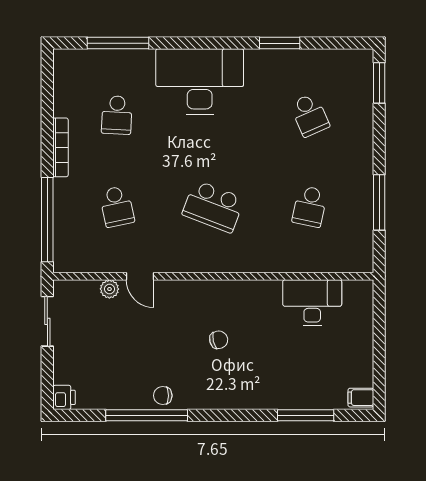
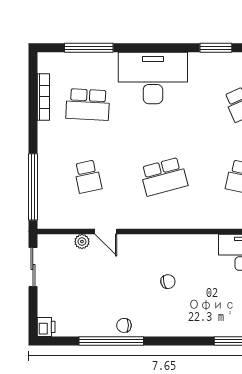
school desk: (117, 115) -> (88, 104), width x1.85
bookcase: (60, 147) -> (43, 97), moved
school desk: (213, 207) -> (164, 177), turned -36

